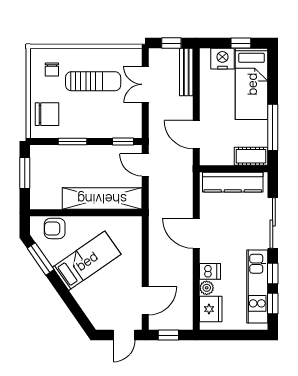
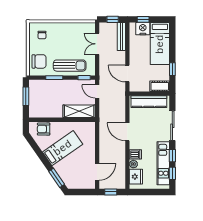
window: (241, 43) -> (143, 19), moved
sun lounger: (93, 81) -> (70, 66), moved
window: (273, 127) -> (172, 69), width x0.46
shelving: (102, 199) -> (79, 111), width x0.68
window: (41, 259) -> (57, 178), moved
door: (124, 335) -> (85, 192), removed

